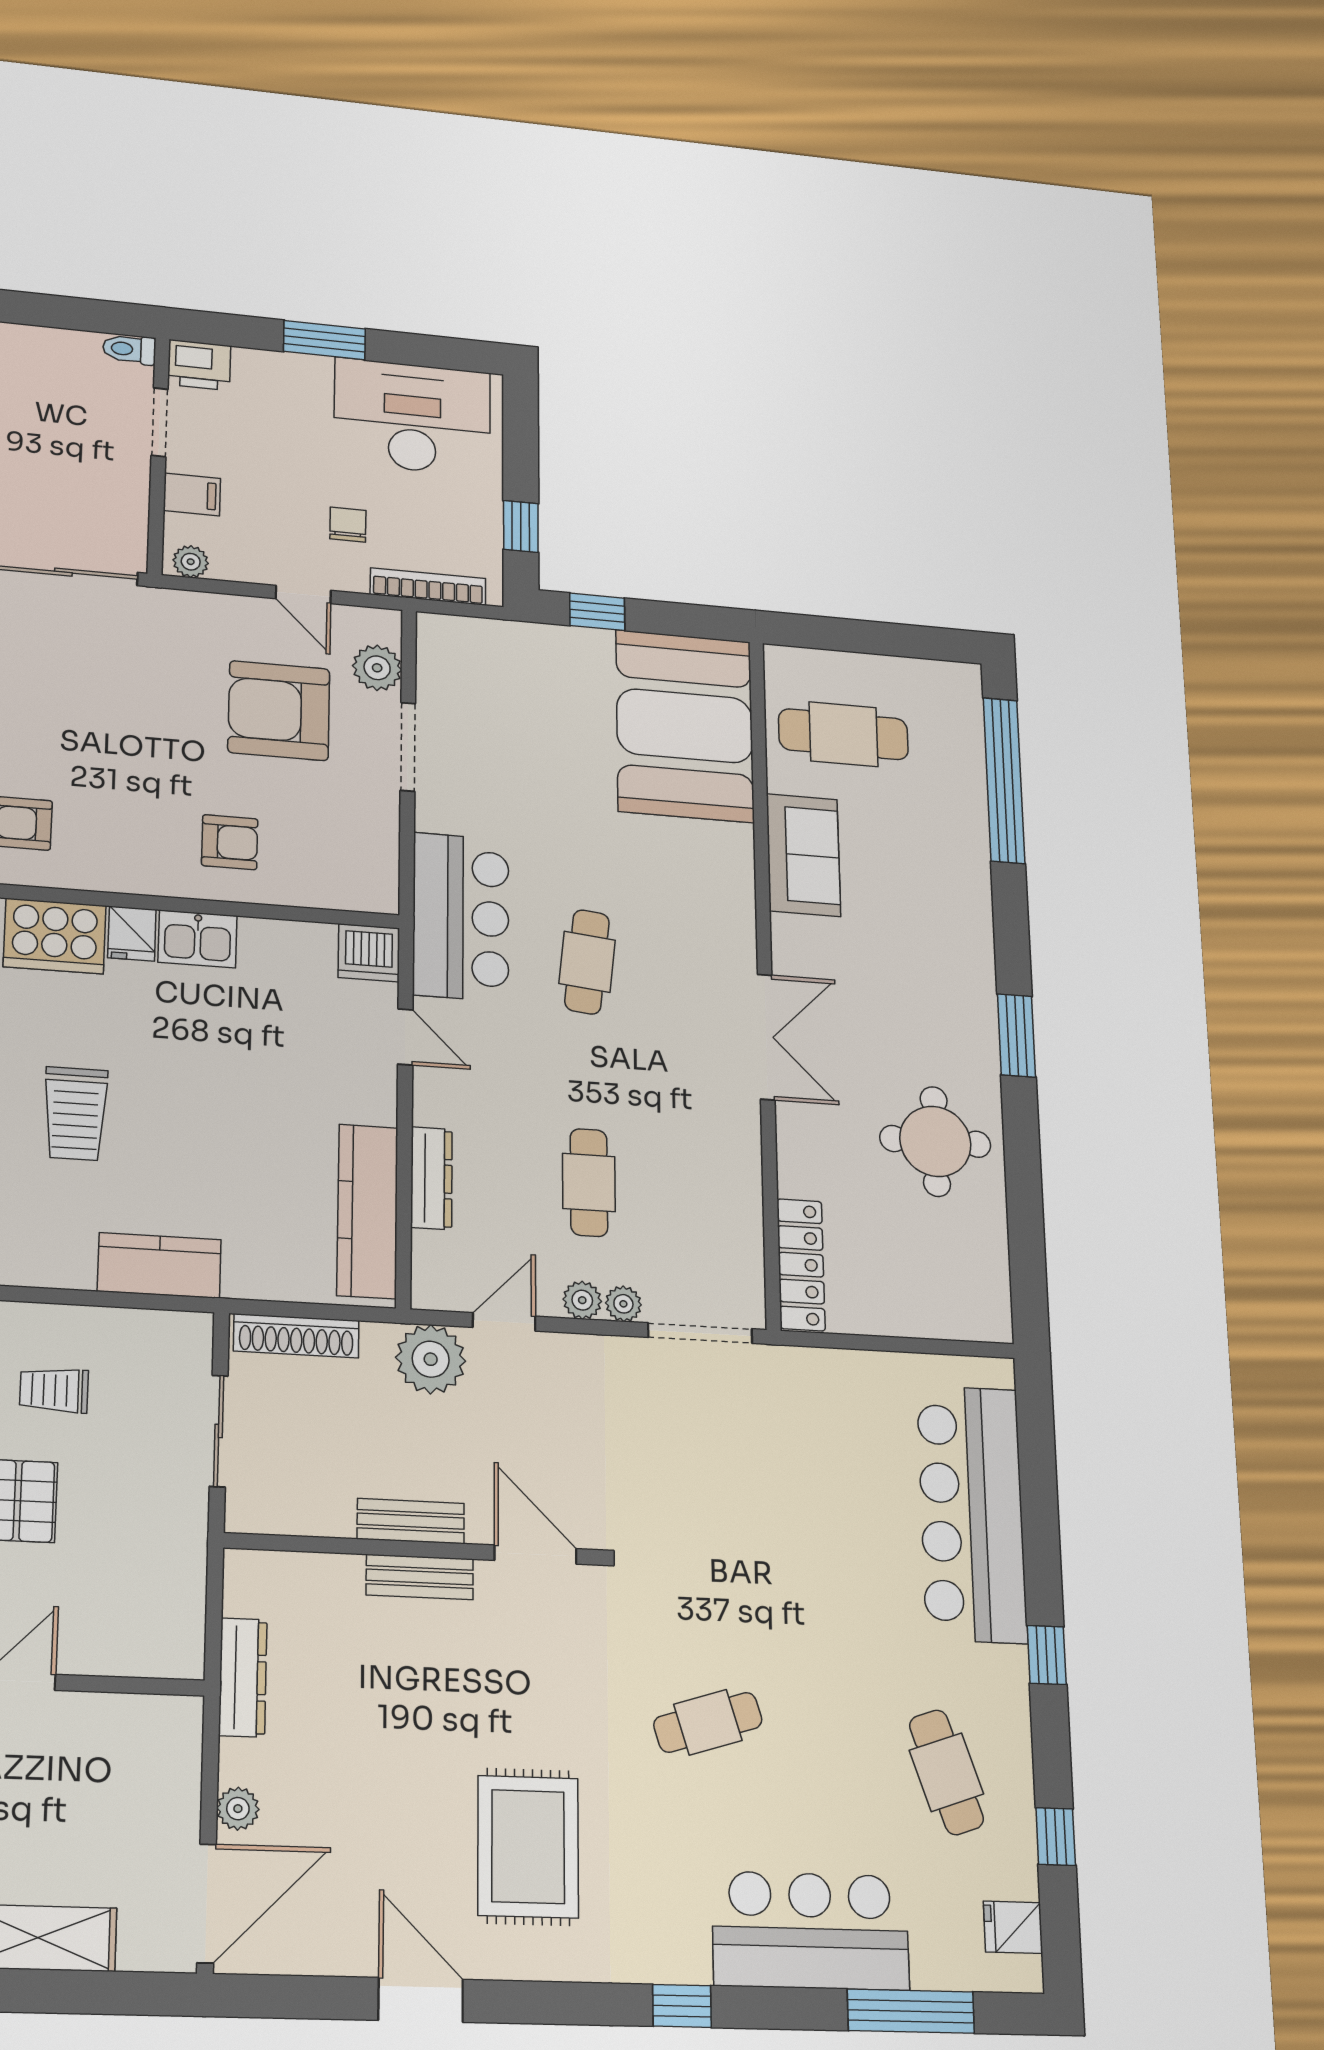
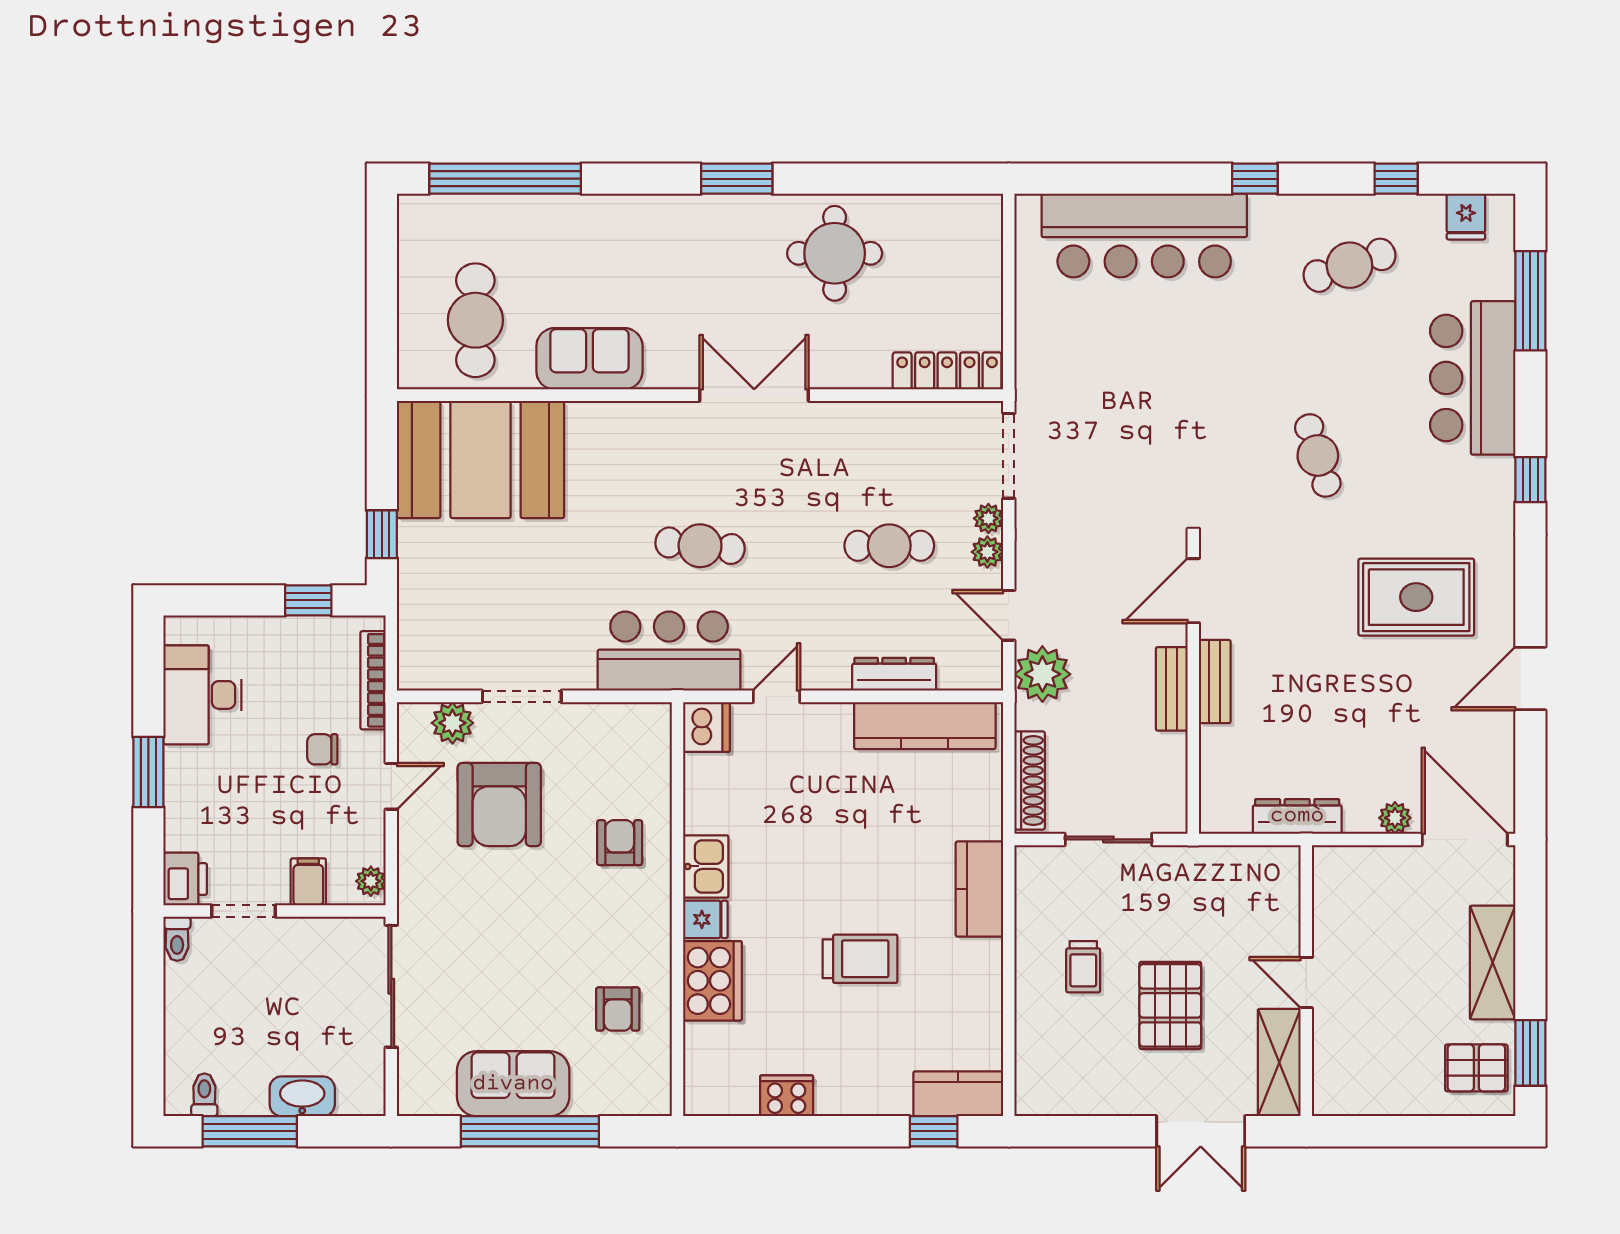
desk: (412, 417) -> (202, 695), width x0.73, depth x0.77

